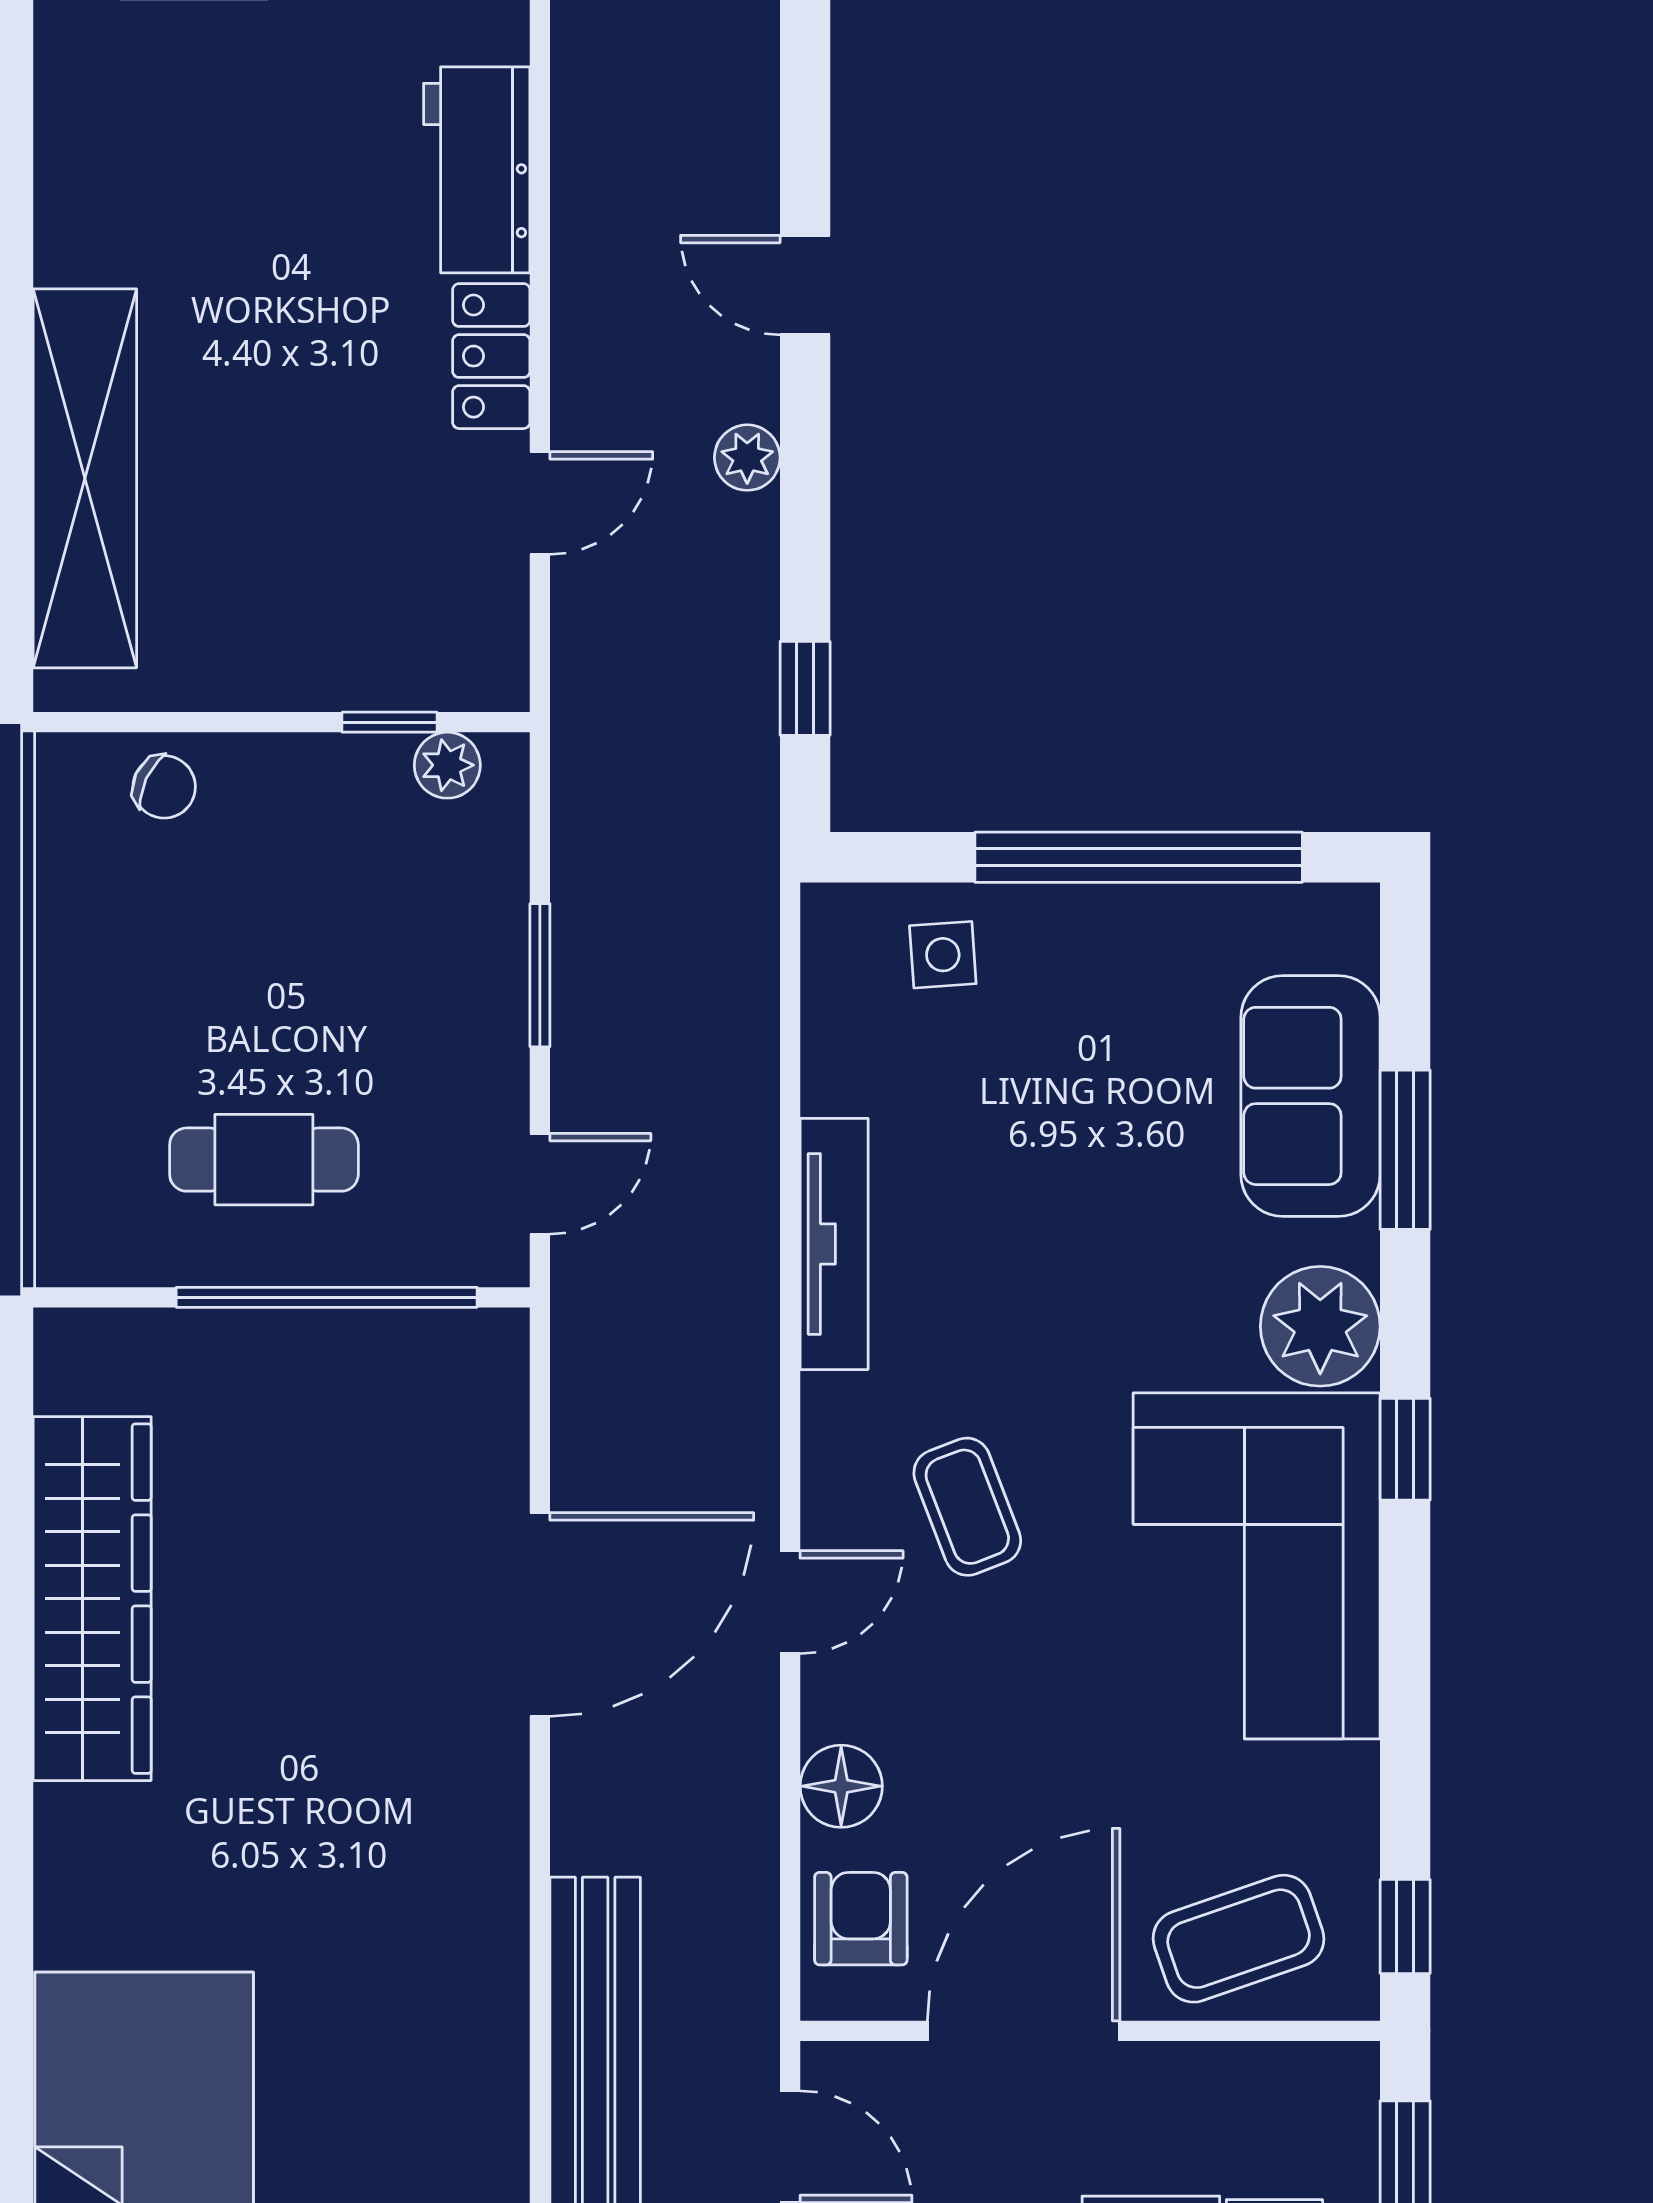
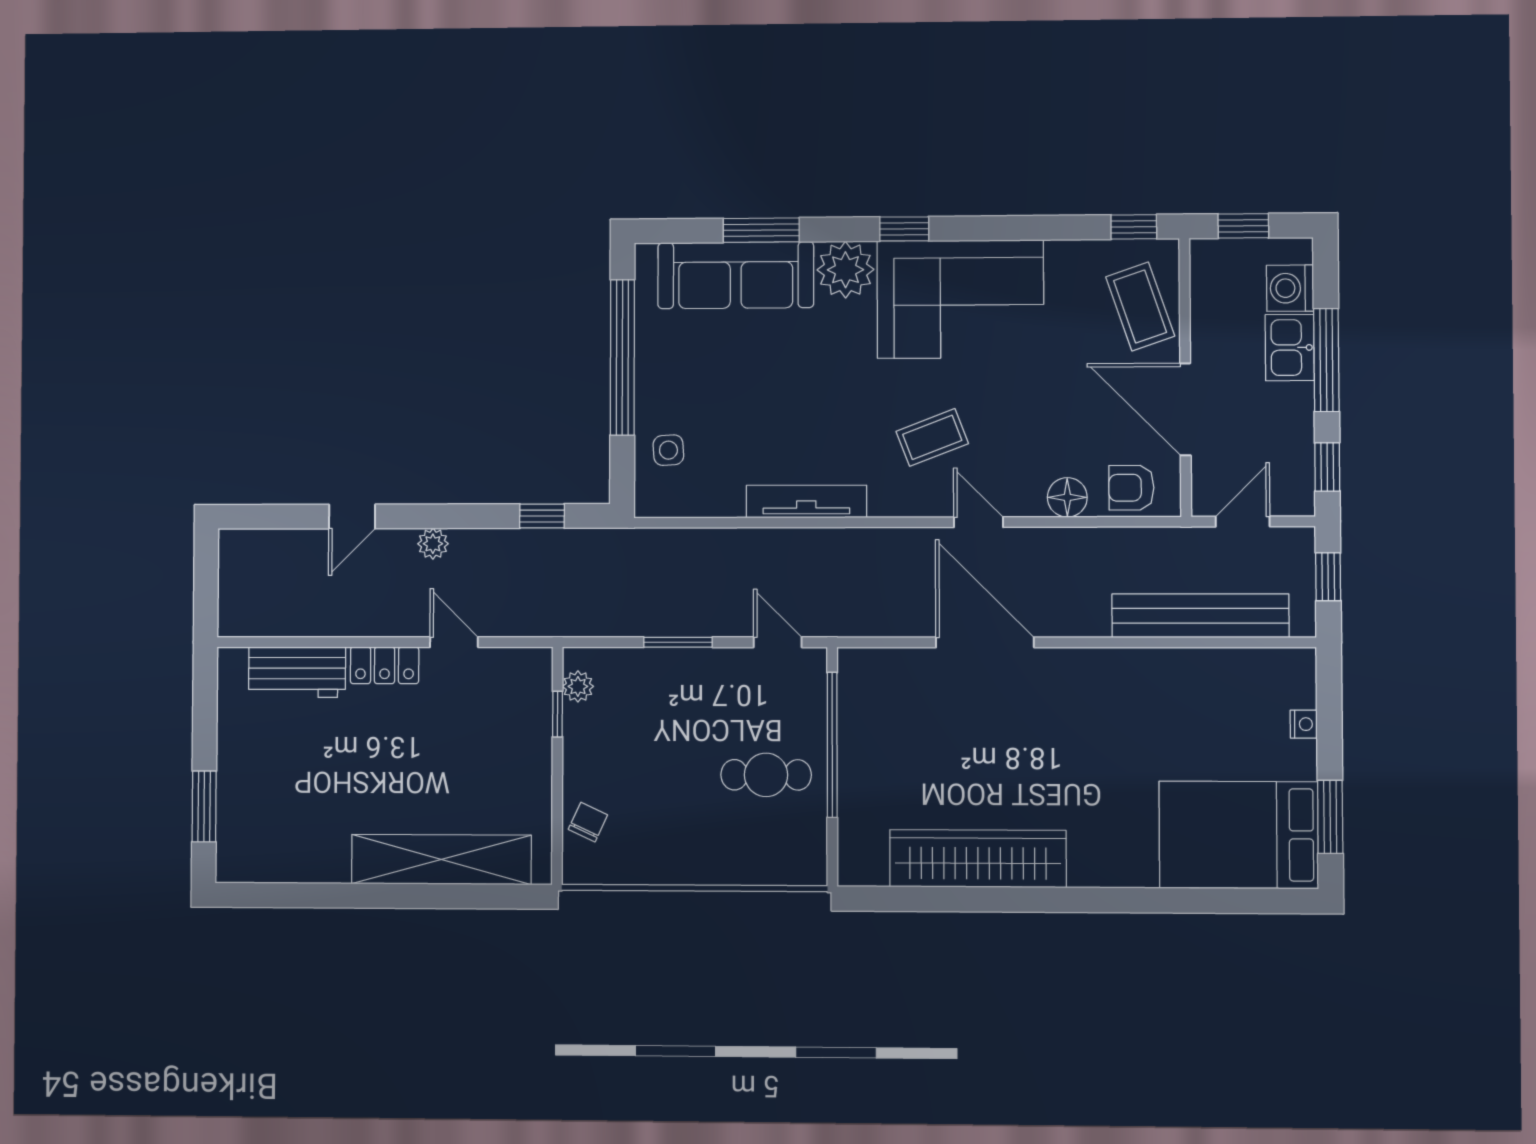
sofa: (1311, 1096) -> (736, 275), width x1.36
cafe table: (264, 1160) -> (766, 775), turned 90

